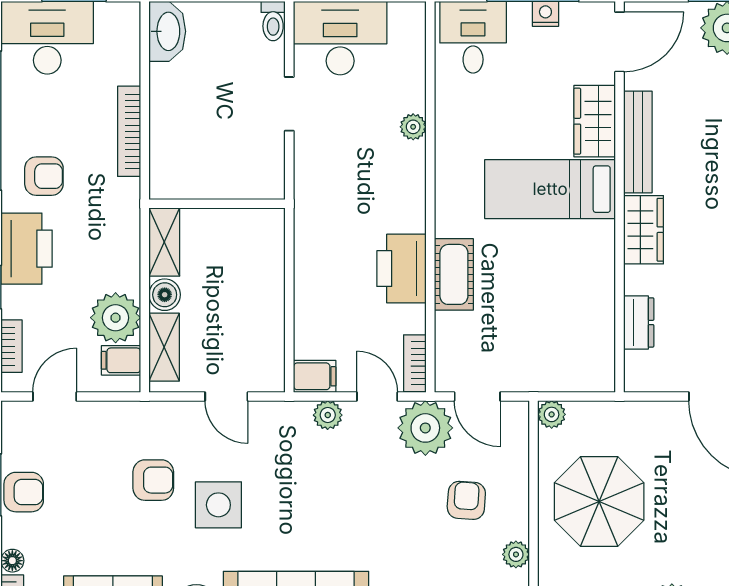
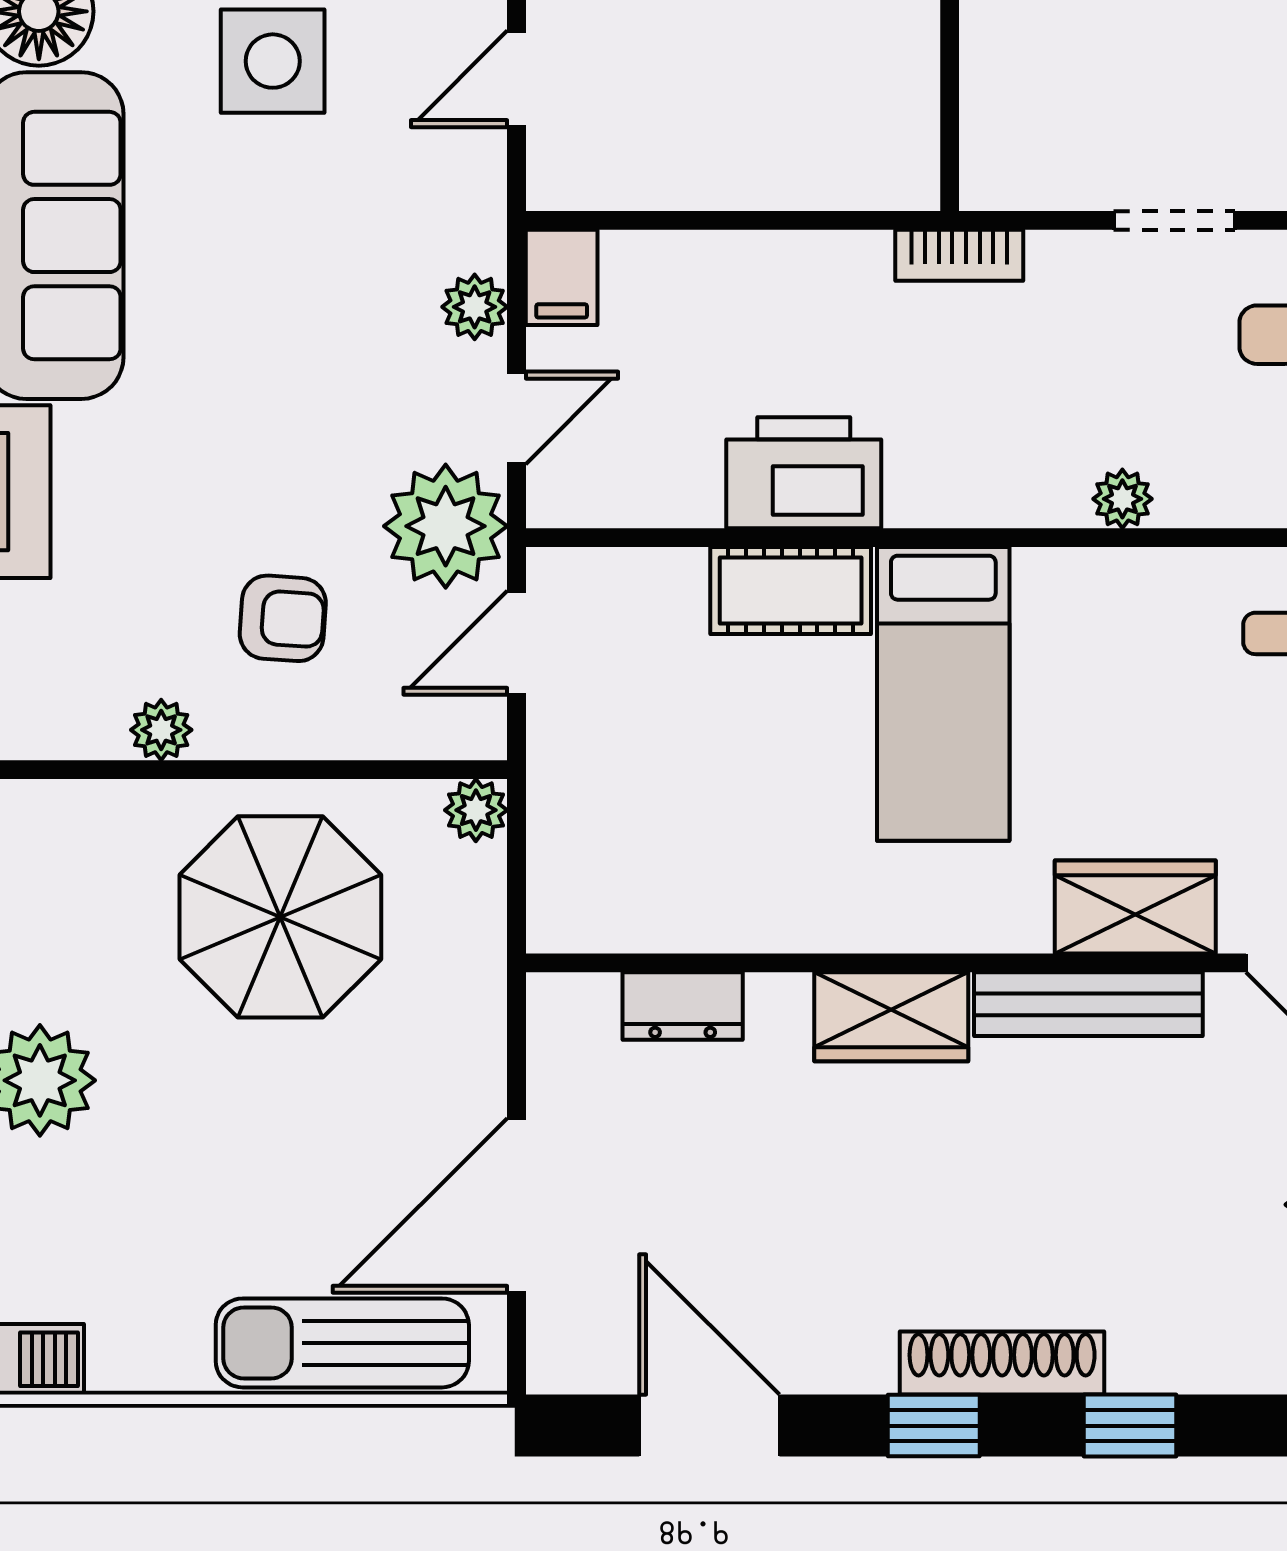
bed: (550, 189) -> (943, 694), moved, turned 180
bookcase: (415, 363) -> (959, 255), moved, turned 180

